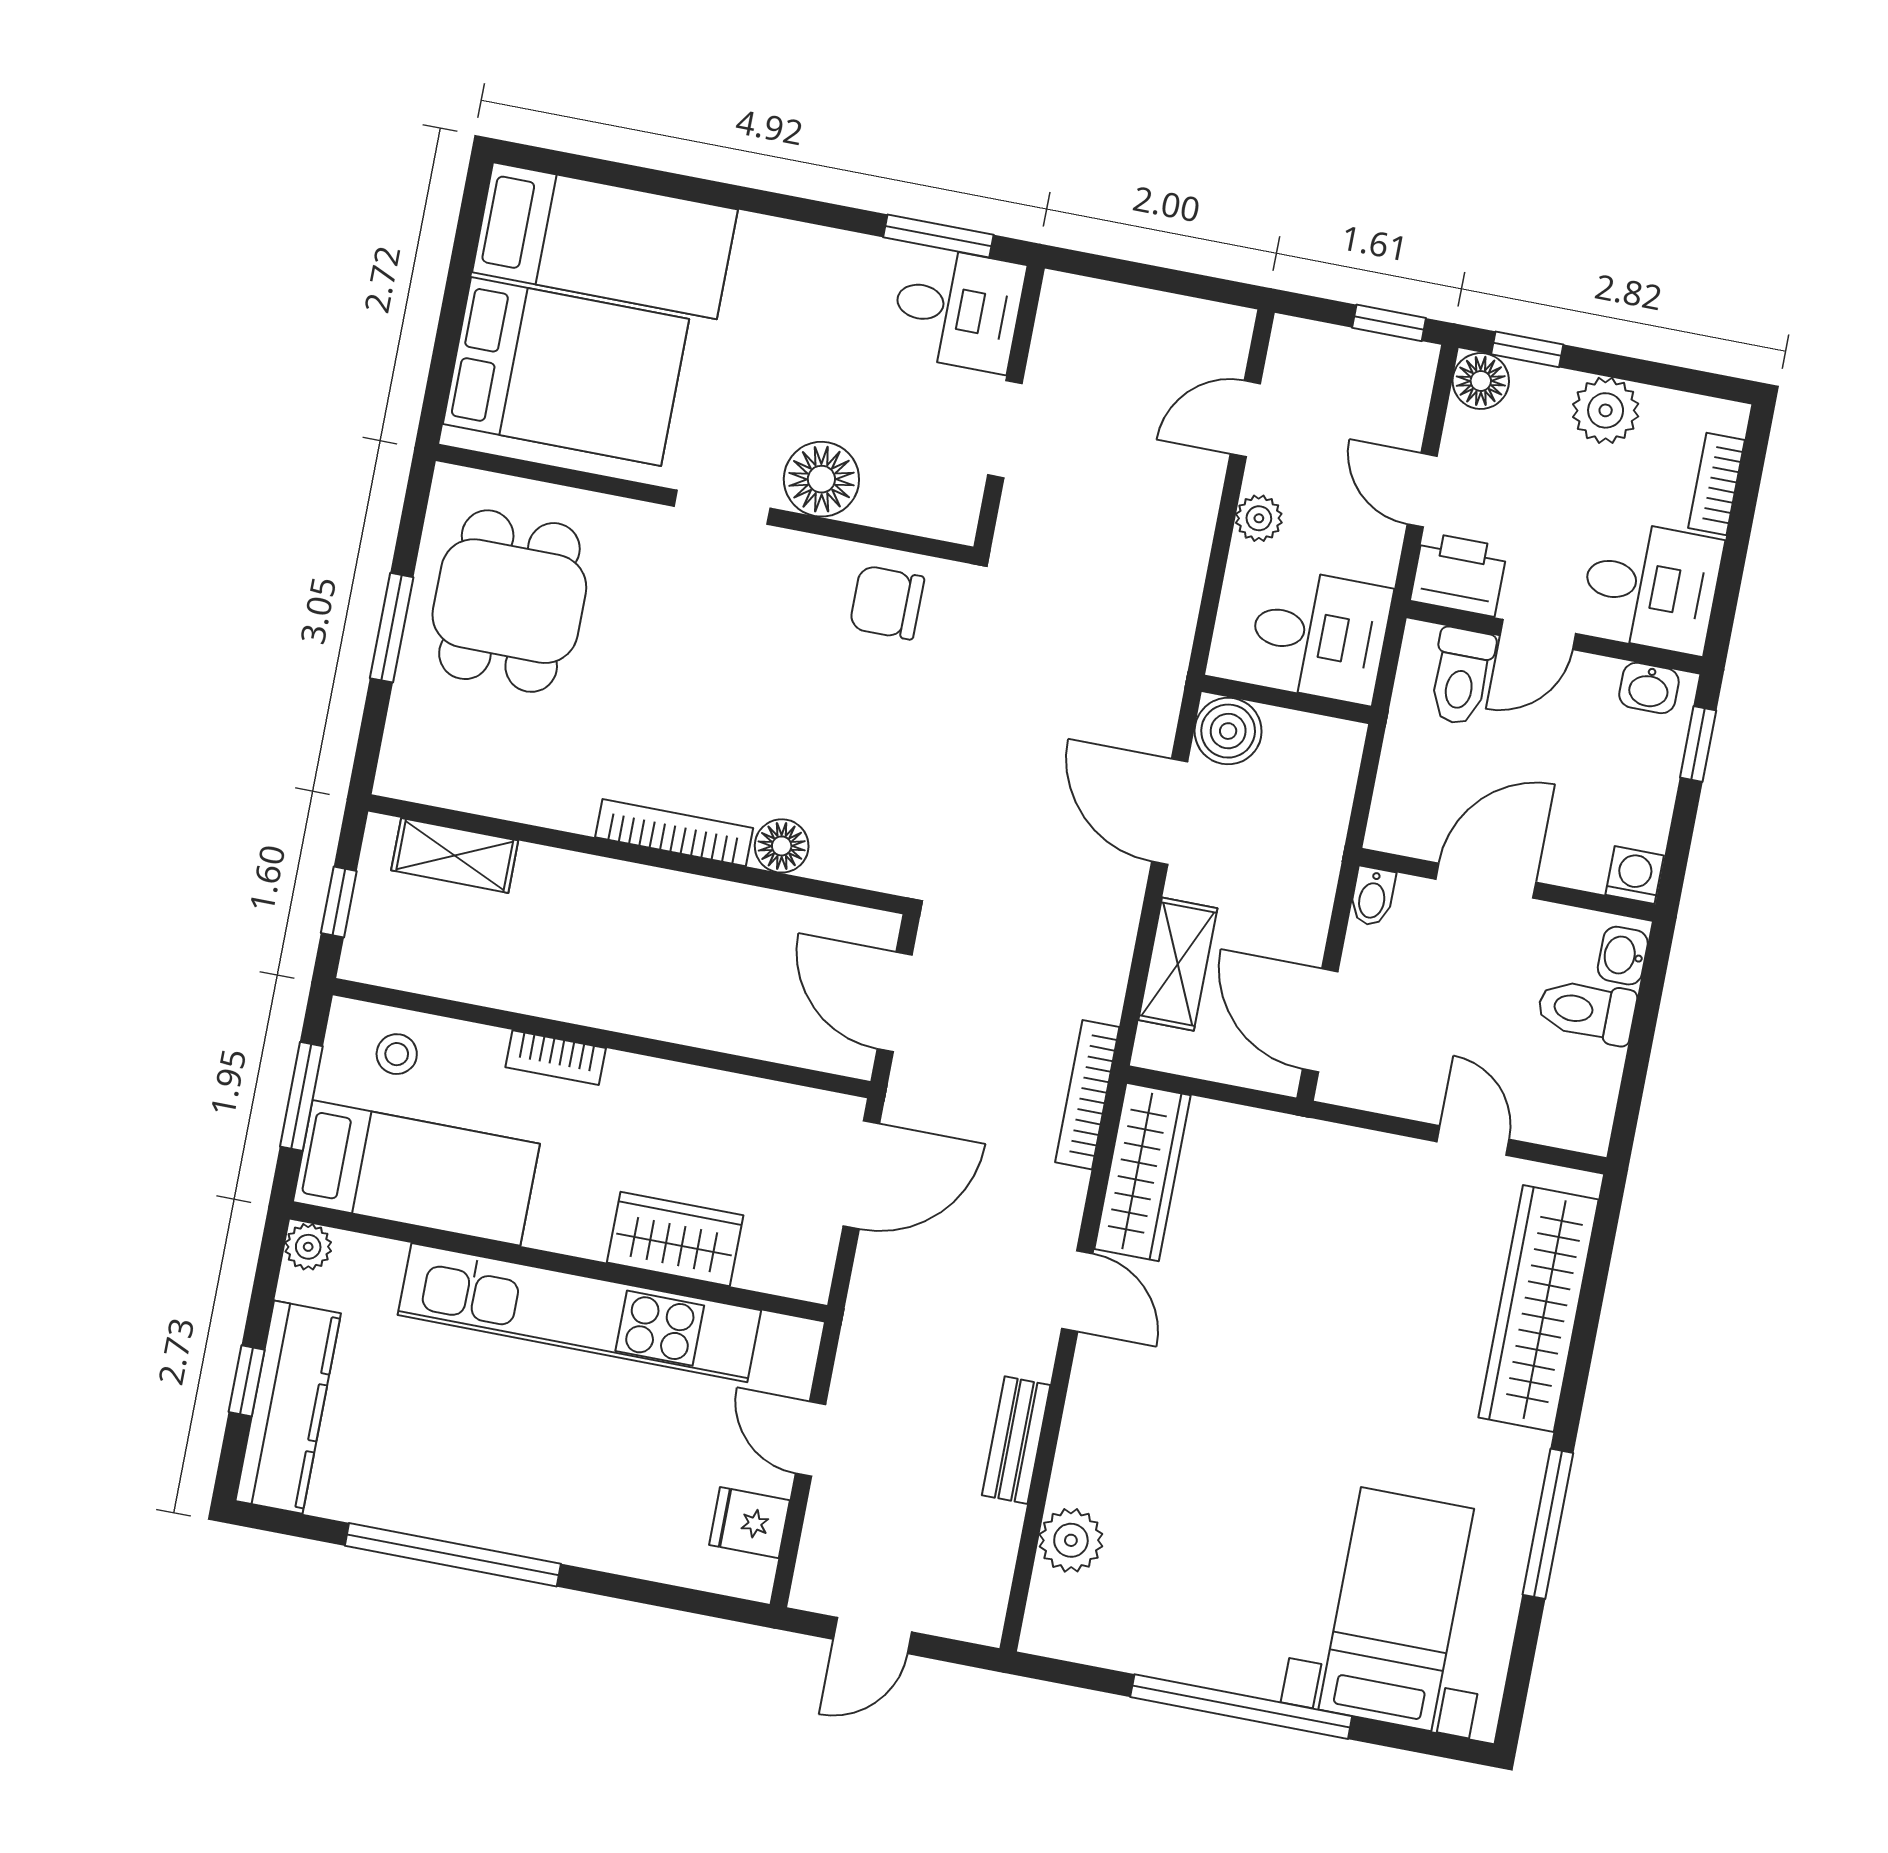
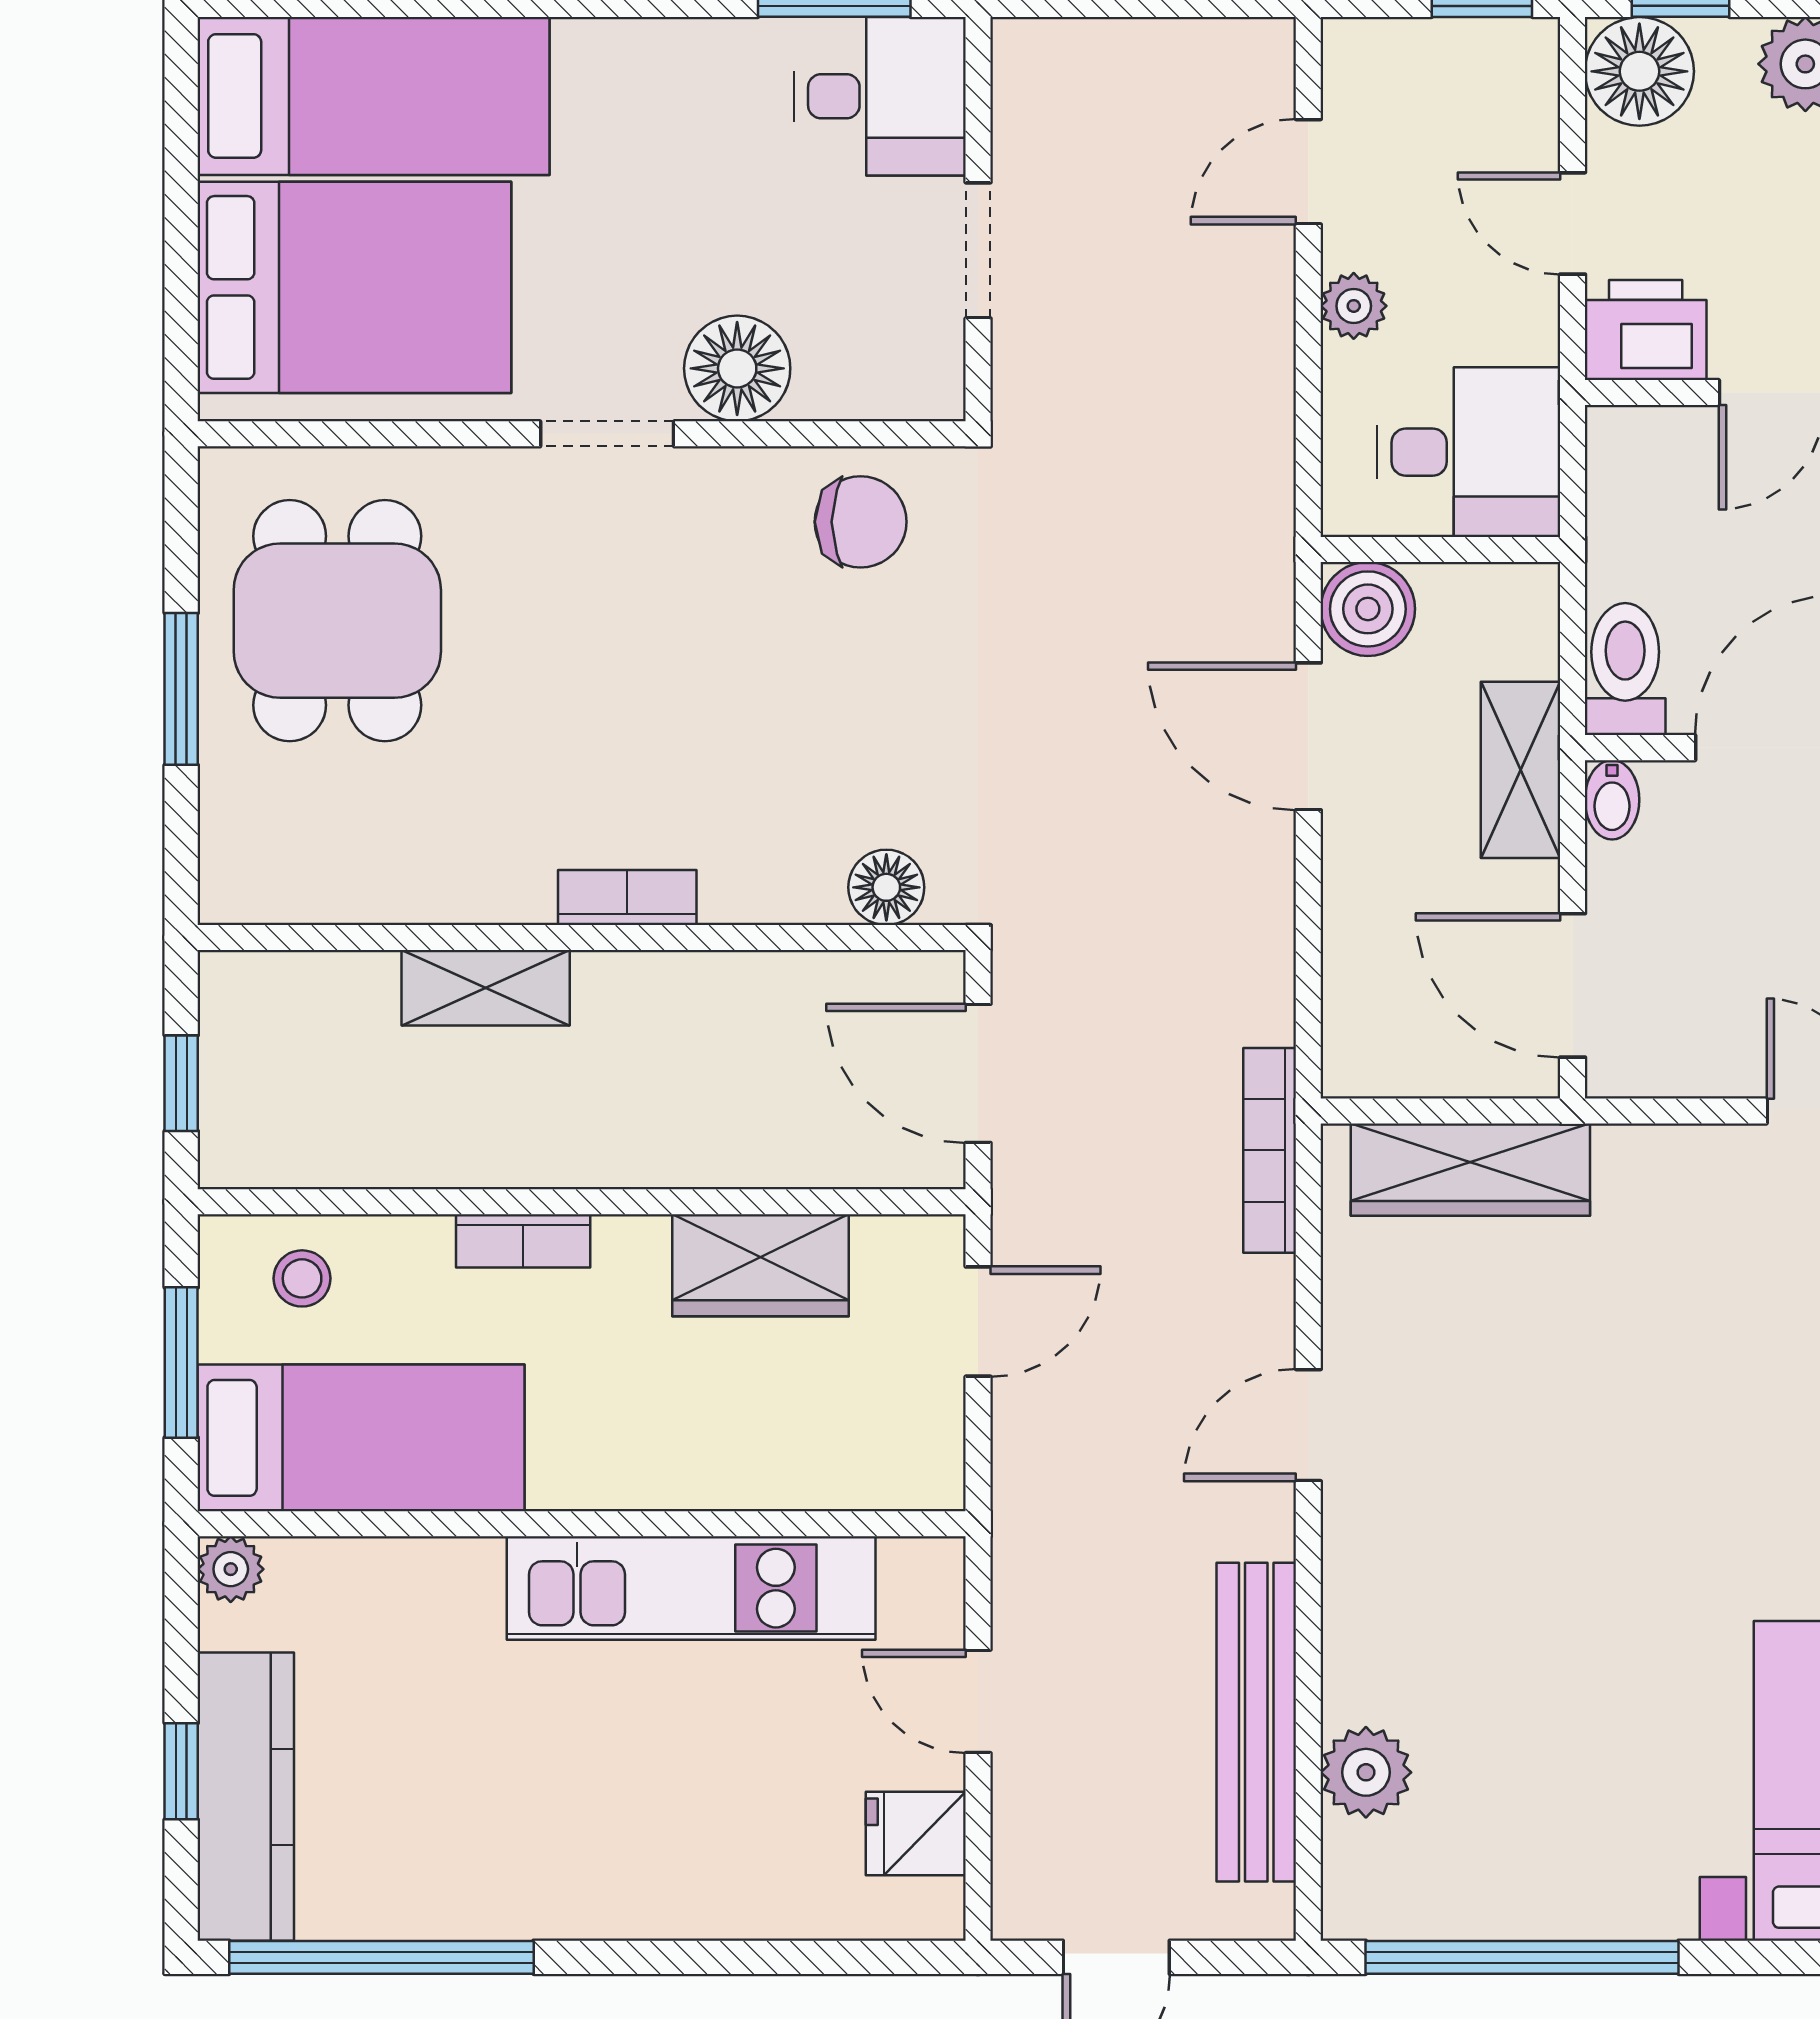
floor lamp: (1481, 381) -> (1639, 71), width x1.38, depth x1.38
chair: (887, 602) -> (861, 522), turned 180
toilet: (1461, 676) -> (1625, 669), moved, turned 180
bookcase: (674, 833) -> (627, 897), width x0.64
floor lamp: (782, 846) -> (886, 887), moved
shelving: (455, 855) -> (486, 988), moved
shelving: (1178, 964) -> (1521, 770), moved
wardrobe: (1143, 1172) -> (1470, 1170), moved, turned 90
door: (861, 1175) -> (978, 1322), width x0.73
wardrobe: (675, 1239) -> (760, 1265), moved, turned 180
door: (1077, 1291) -> (1308, 1425), swing flipped
kitchen unit: (579, 1313) -> (691, 1588), width x0.73
bench: (1016, 1440) -> (1256, 1722), width x1.86, depth x1.21
window: (453, 1555) -> (381, 1957), moved
window: (1241, 1707) -> (1522, 1957), moved

